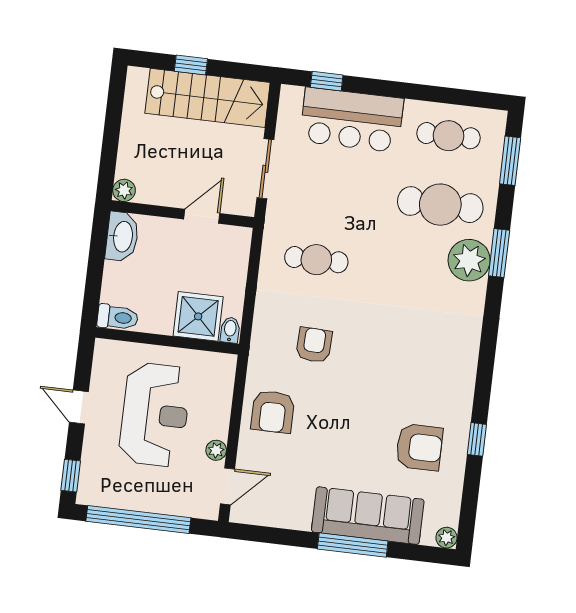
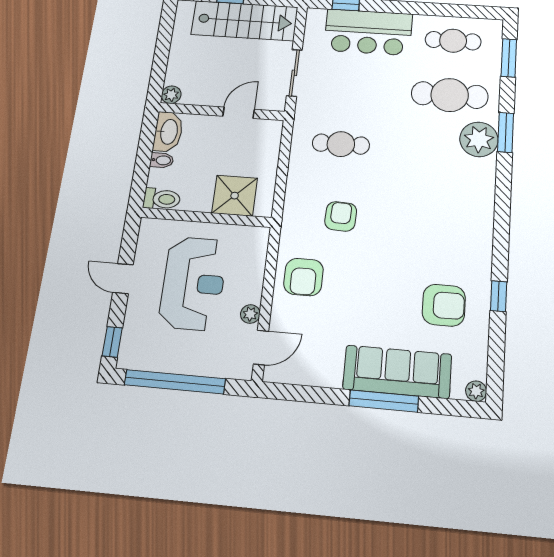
bidet: (230, 330) -> (162, 160), moved, turned 90

